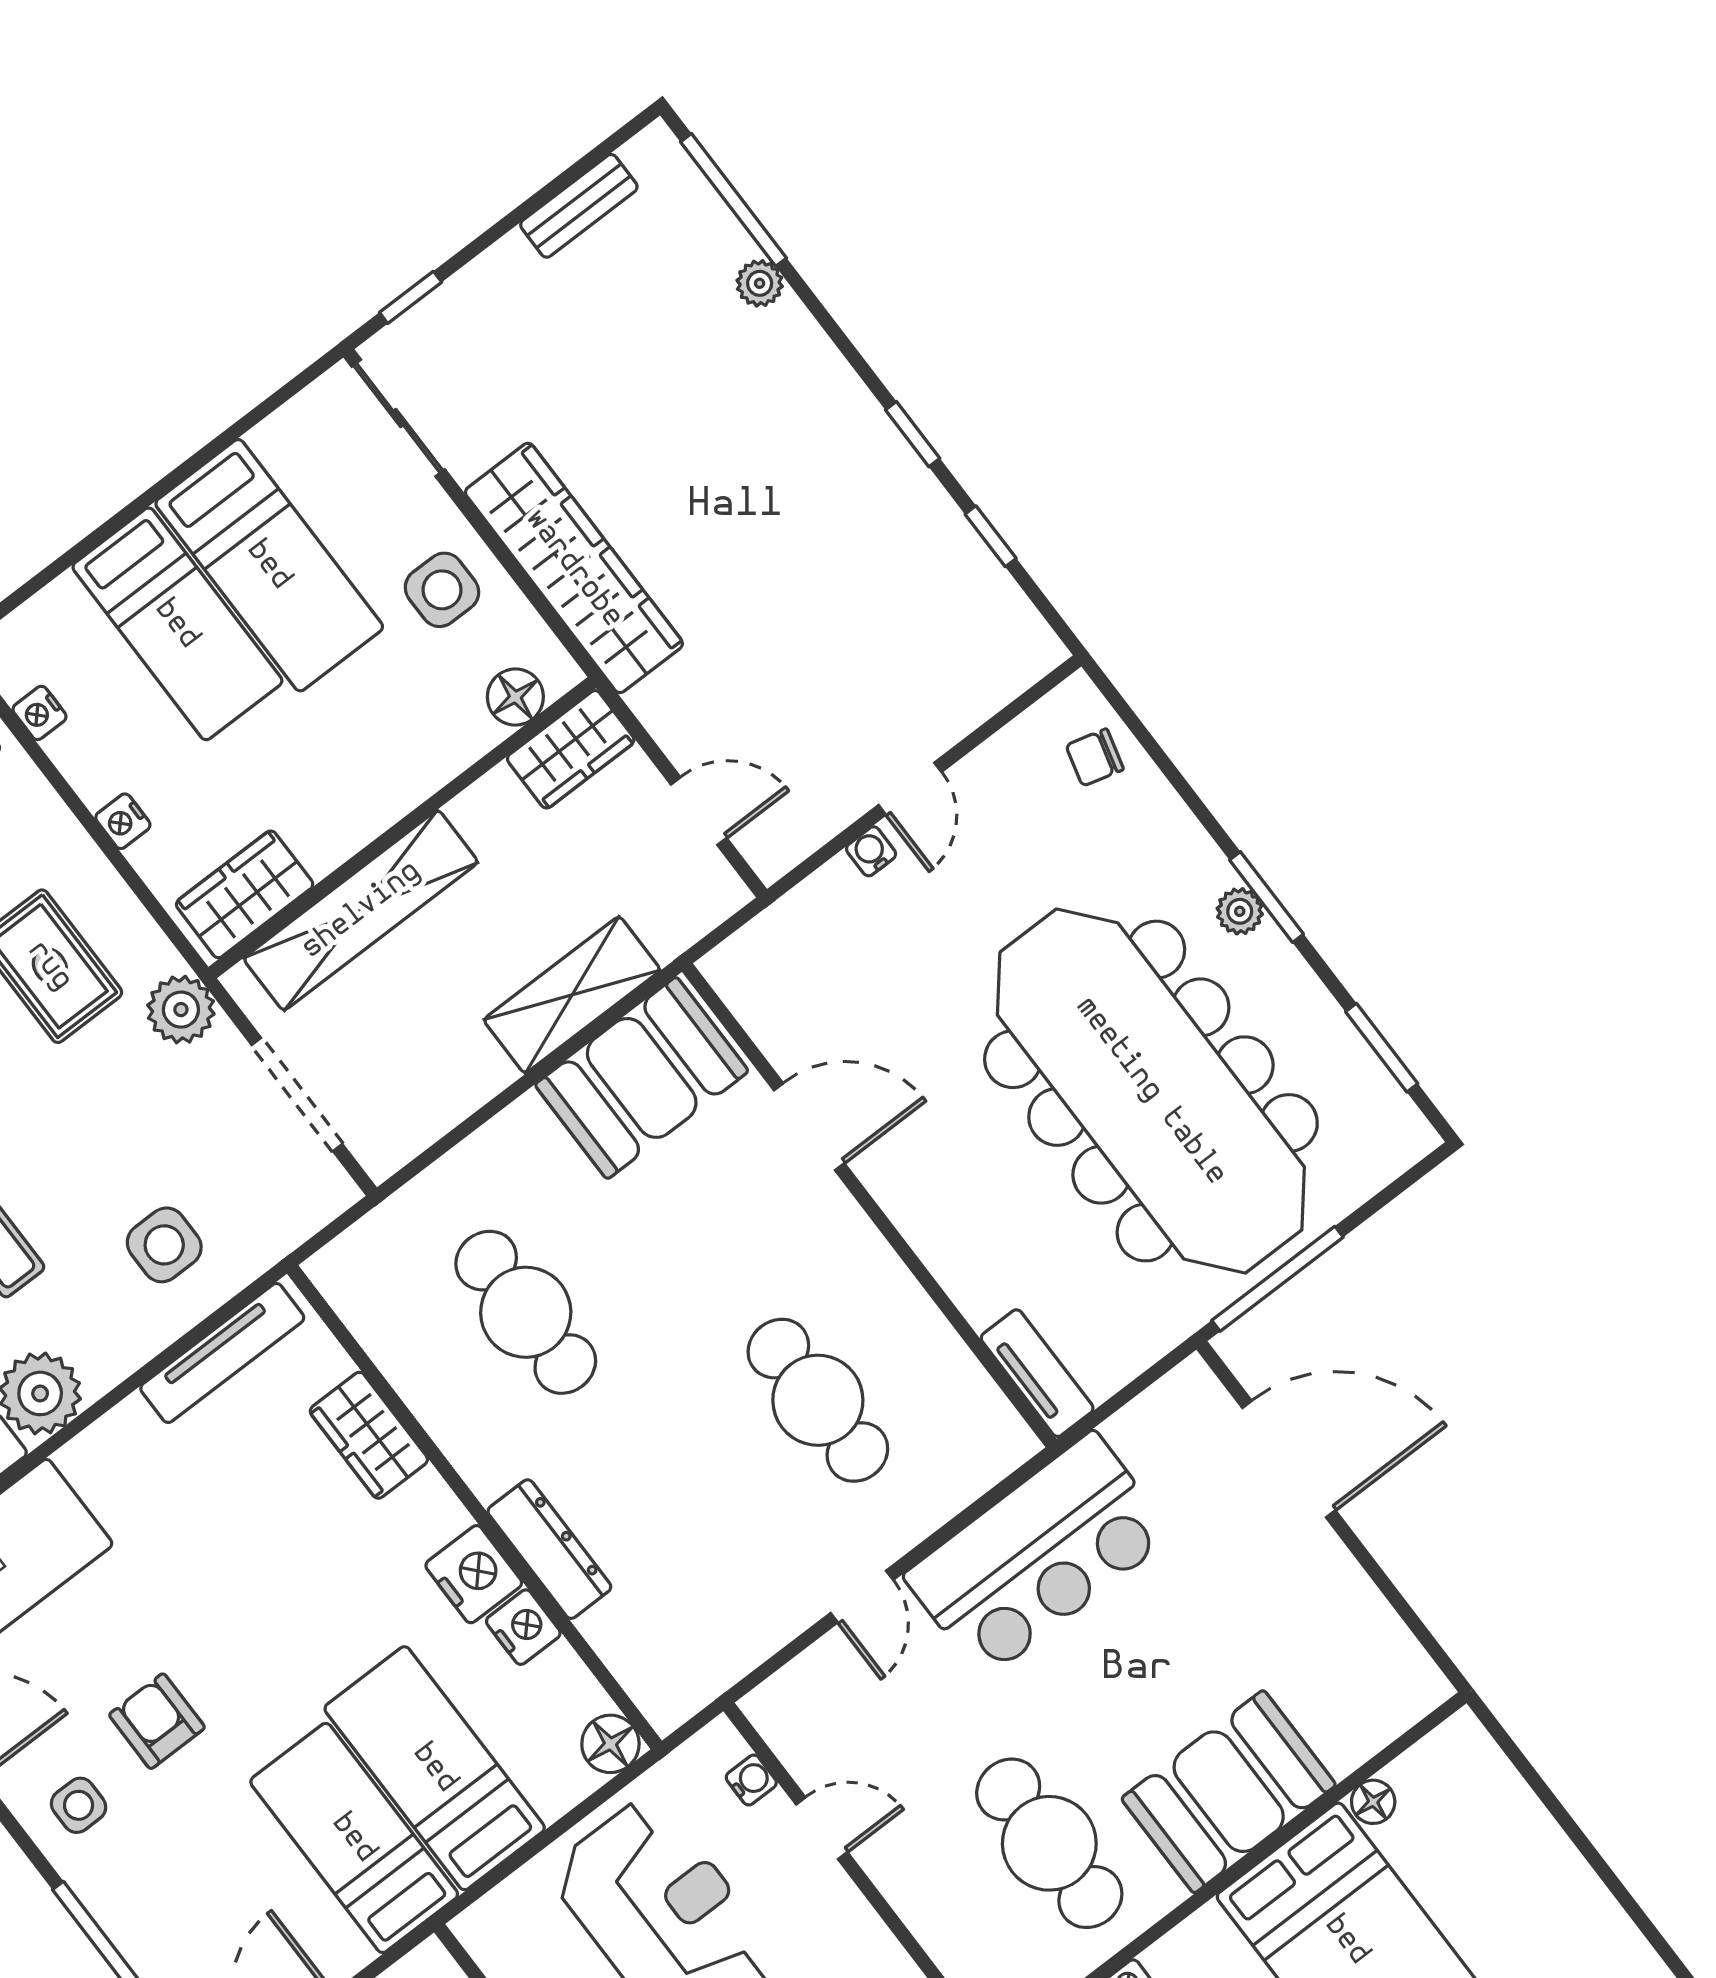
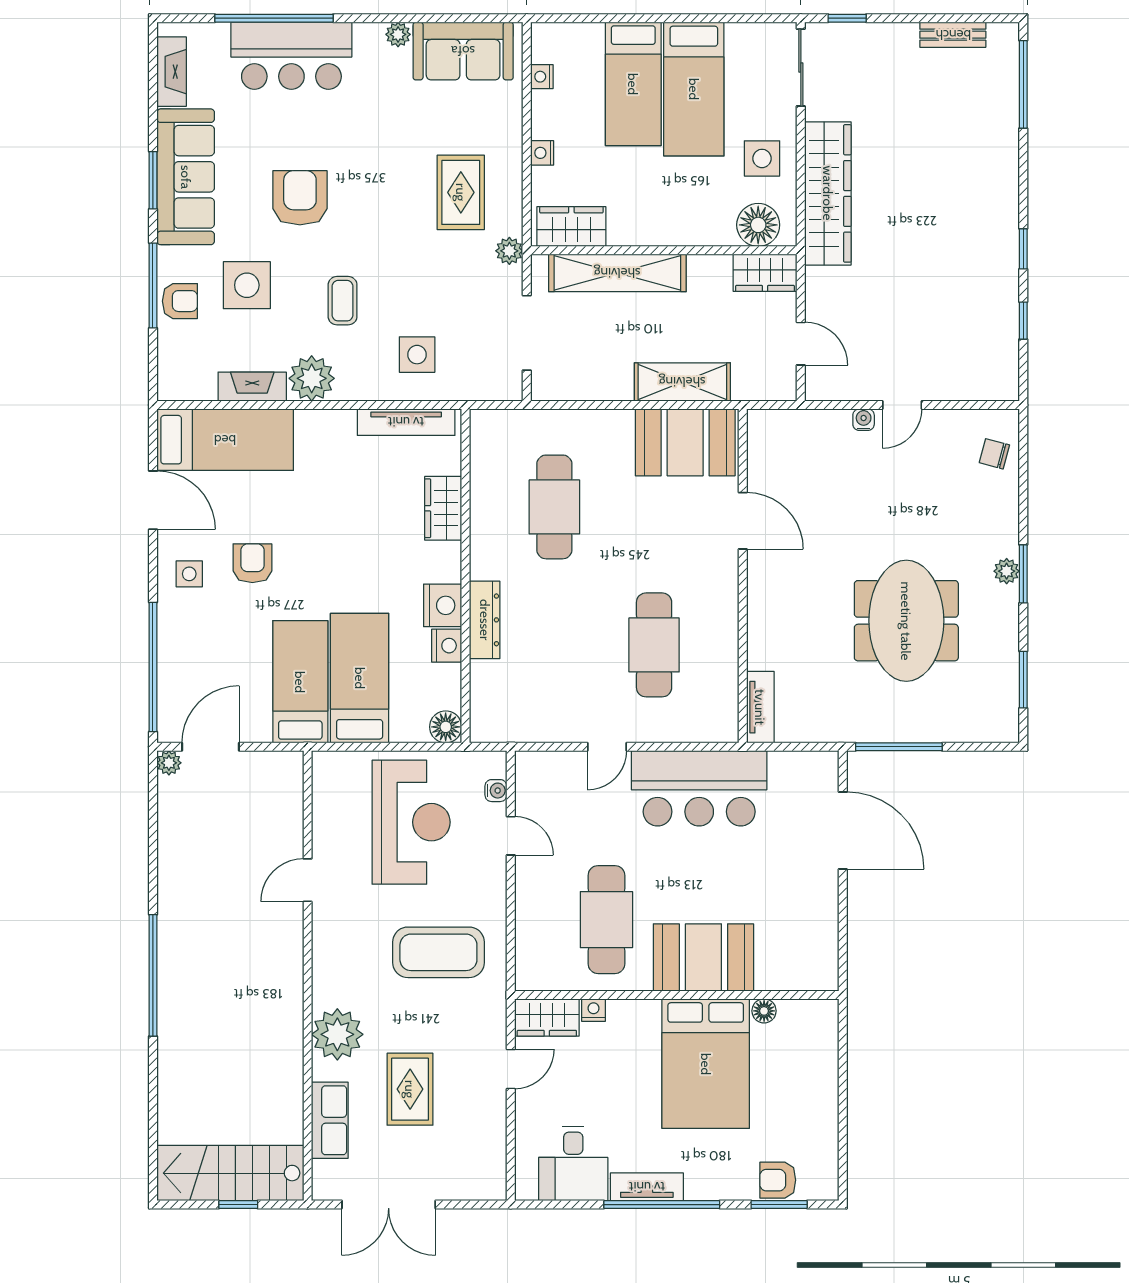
plant: (760, 283) -> (1007, 130), removed
floor lamp: (515, 697) -> (758, 225), width x1.38, depth x1.38
plant: (181, 1010) -> (509, 251), width x0.73, depth x0.73
meeting table: (1151, 1091) -> (906, 621), width x0.54, depth x0.79

